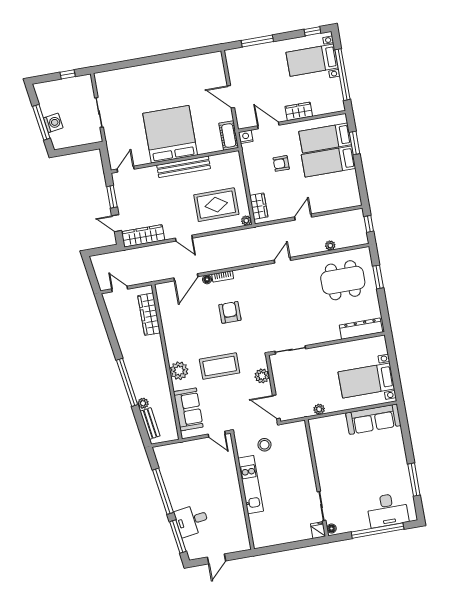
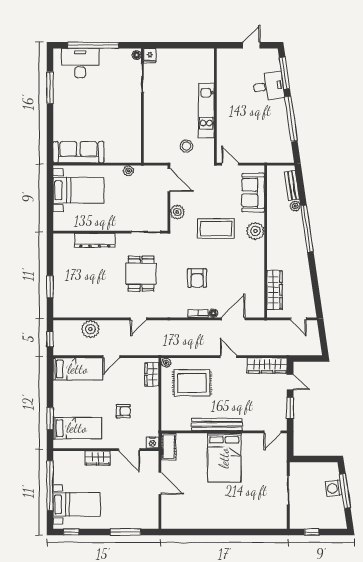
bed: (170, 134) -> (224, 458), width x0.73
bed: (328, 162) -> (78, 369), moved
plant: (330, 245) -> (90, 329), width x1.88, depth x1.88
dining table: (343, 280) -> (141, 274), moved, width x0.73
dresser: (361, 329) -> (95, 240), moved

